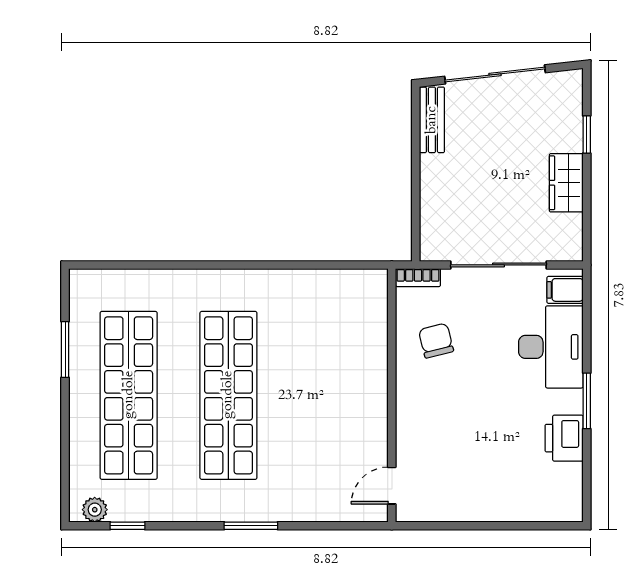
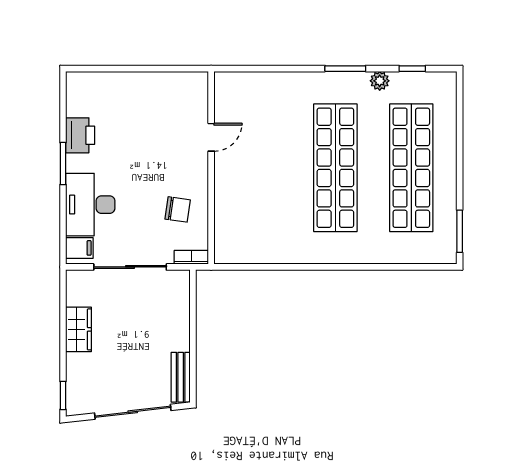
window: (587, 134) -> (63, 395), moved
chair: (436, 341) -> (178, 209), turned -68
window: (65, 349) -> (460, 231), moved
door: (392, 486) -> (211, 137), moved
plant: (95, 510) -> (380, 81), moved
window: (251, 526) -> (345, 69), moved

